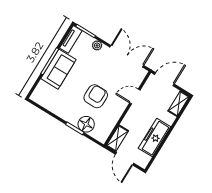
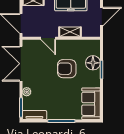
sofa: (58, 69) -> (91, 104), moved, turned -90
shelving: (117, 138) -> (70, 32), moved

